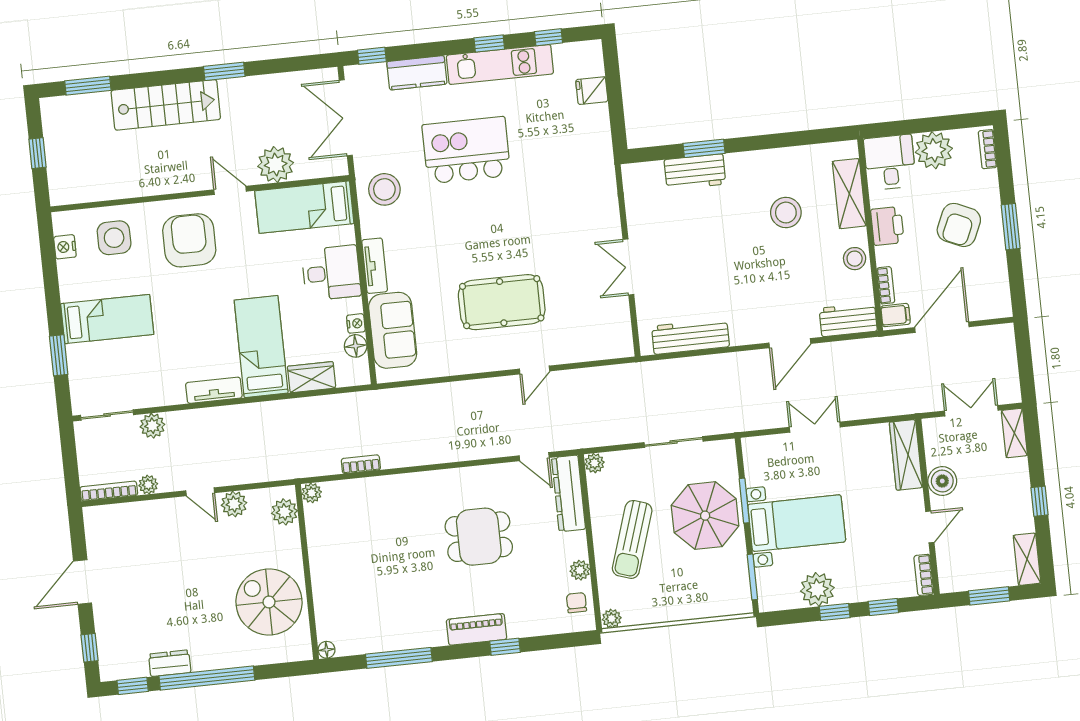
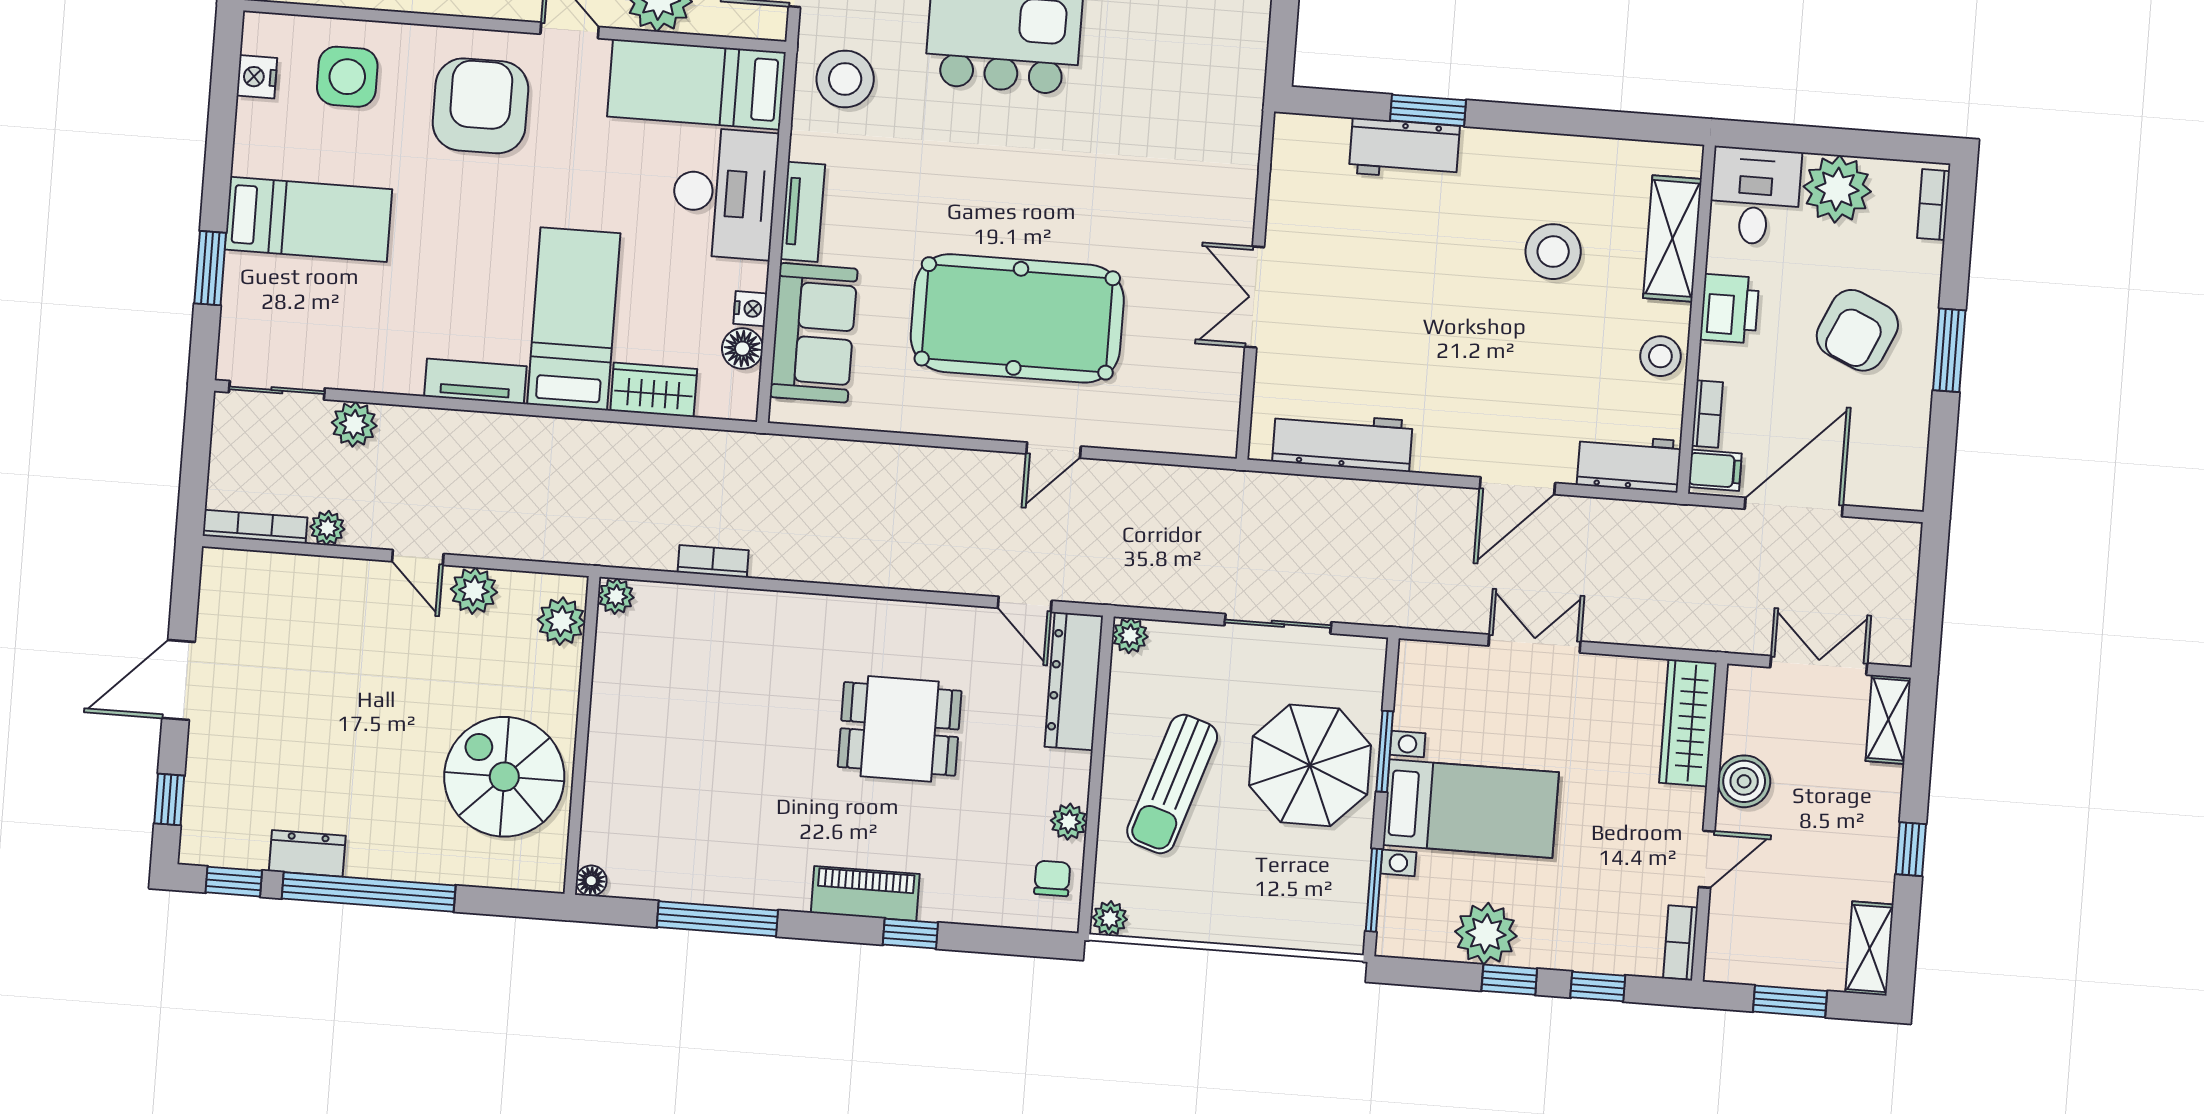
desk: (331, 273) -> (724, 193), width x1.37
pool table: (502, 302) -> (1017, 318), width x1.36, depth x1.32

